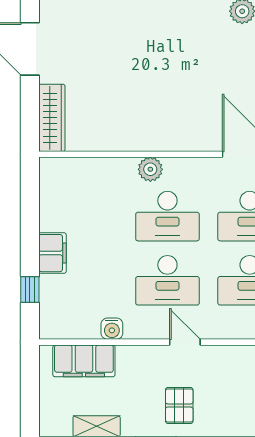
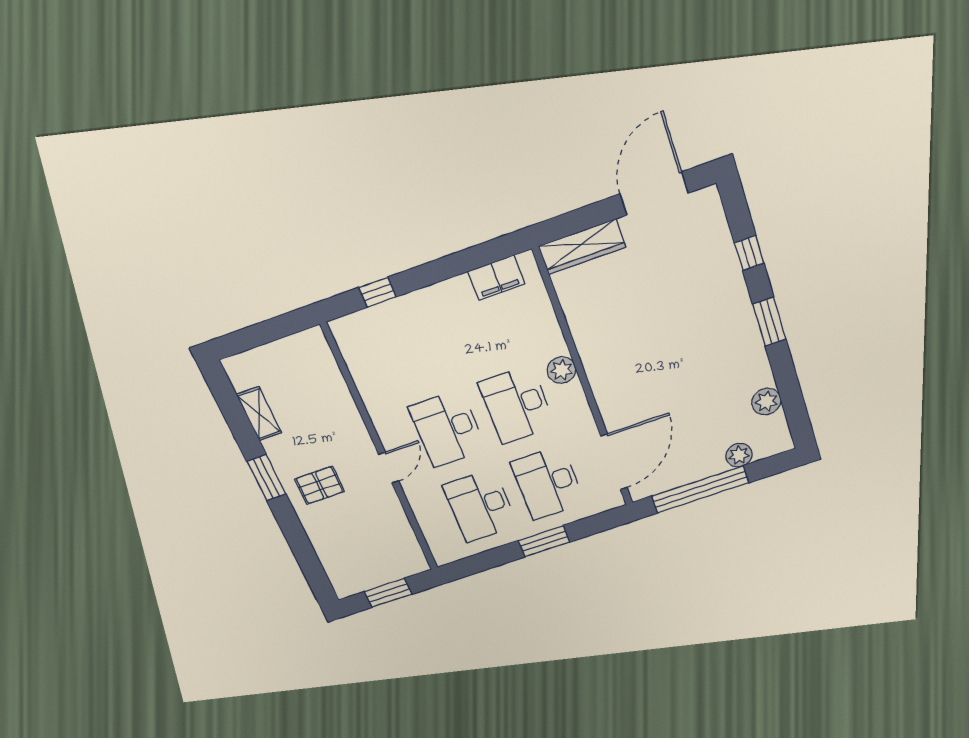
filing cabinet: (53, 253) -> (496, 278), moved
water cooler: (112, 329) -> (371, 392), removed
filing cabinet: (84, 361) -> (323, 376), removed

